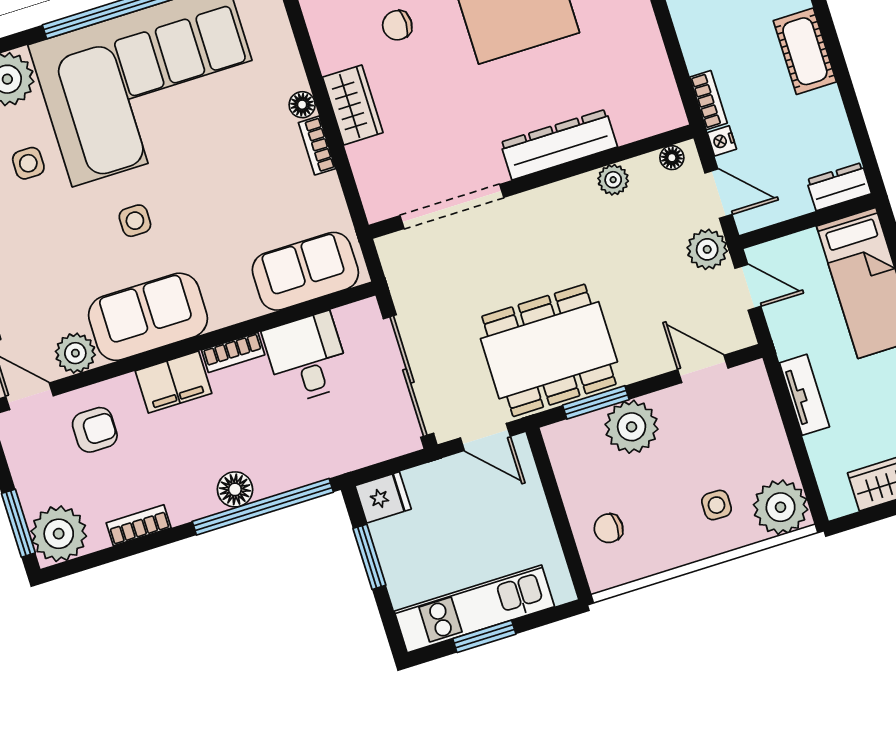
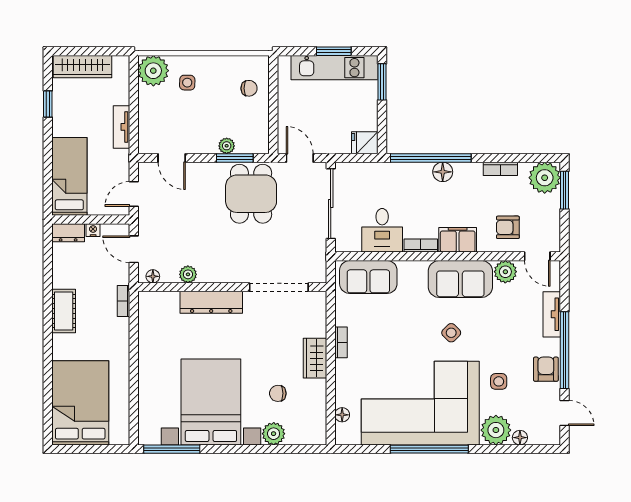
chair: (397, 25) -> (278, 393), turned 180
floor lamp: (302, 105) -> (342, 415), moved
nightstand: (722, 141) -> (93, 230), moved, turned -90
side table: (135, 221) -> (451, 333), turned 45
plant: (707, 249) -> (149, 221), removed
door: (748, 287) -> (134, 194), hinge flipped
dining table: (549, 350) -> (251, 194), width x0.73
plant: (632, 427) -> (227, 146), width x0.53, depth x0.53
window: (369, 557) -> (382, 82), moved

